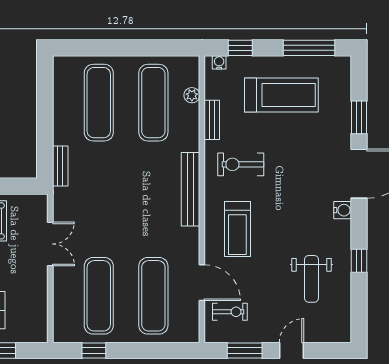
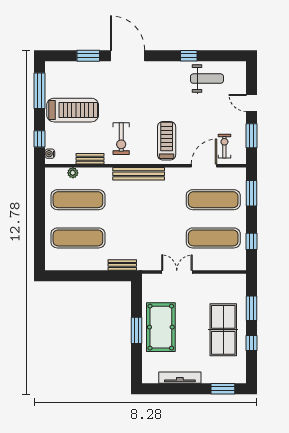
treadmill: (281, 95) -> (73, 110), turned 90
water cooler: (343, 210) -> (153, 67), removed
treadmill: (237, 229) -> (167, 141), turned -90
weight bench: (311, 279) -> (207, 79), moved
window: (163, 351) -> (252, 193), added

